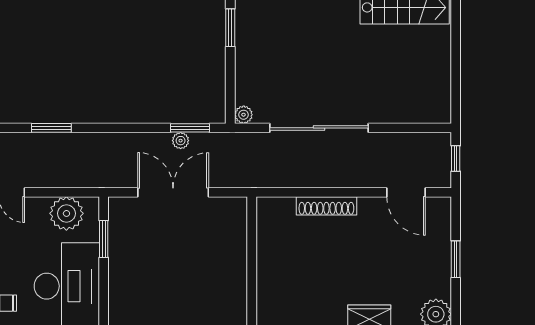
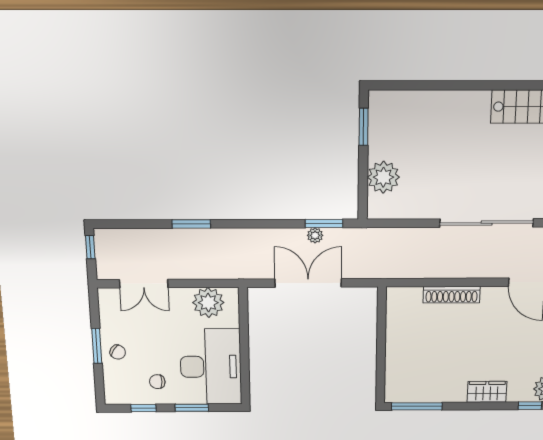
plant: (244, 115) -> (383, 177), moved, width x1.88, depth x1.88
sliding door: (319, 128) -> (487, 223), moved
window: (104, 239) -> (244, 325), removed

